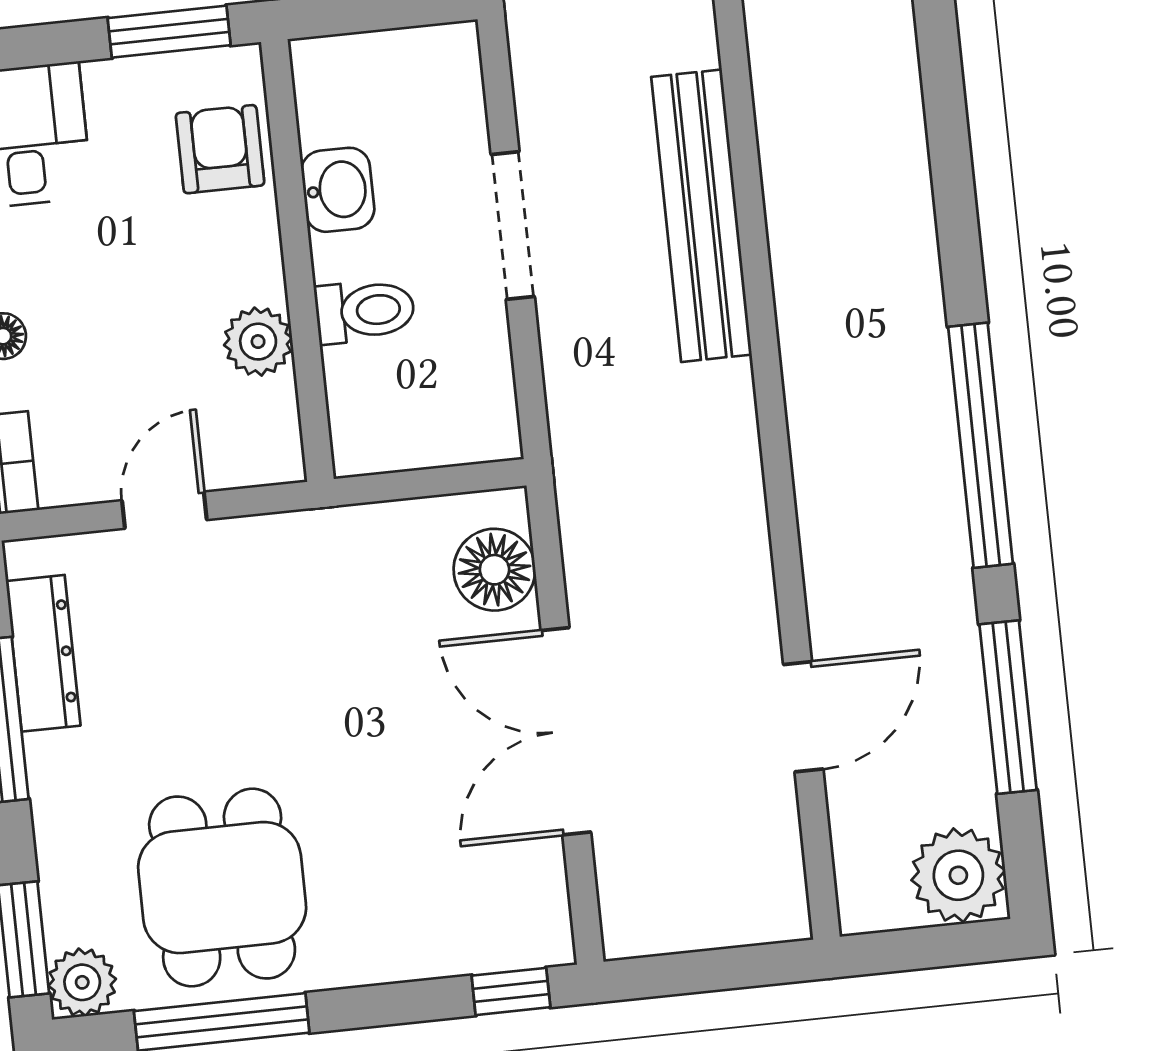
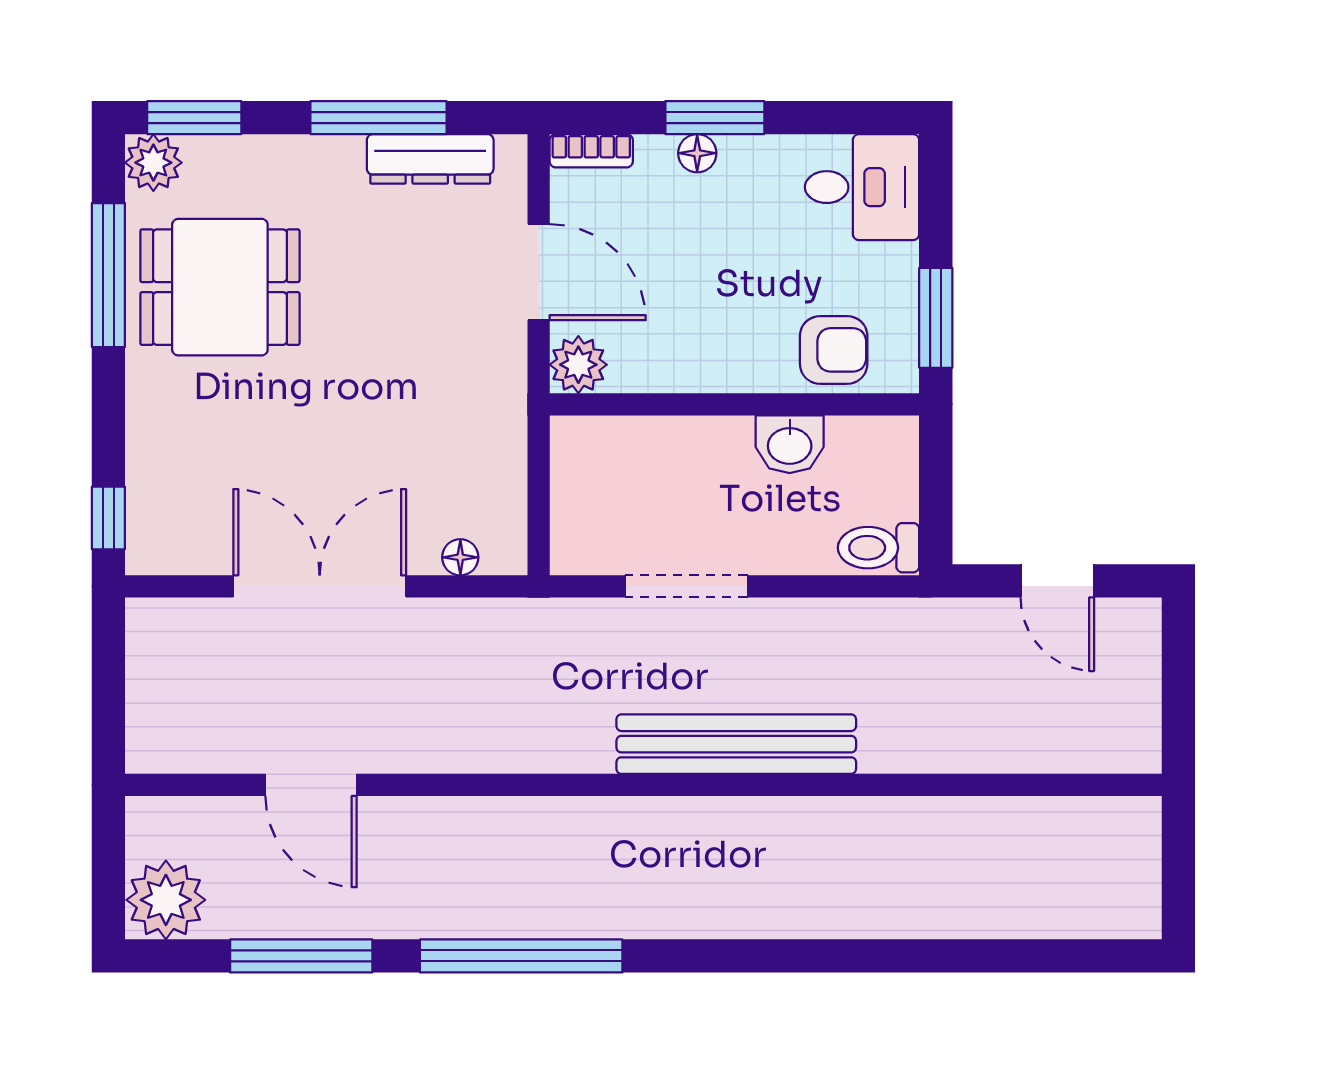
doorway: (513, 226) -> (686, 586), moved
toilet: (365, 311) -> (879, 548), moved, turned 90
plant: (258, 342) -> (578, 365), moved
door: (164, 510) -> (539, 272), width x1.38
floor lamp: (494, 570) -> (460, 557), width x0.53, depth x0.53

